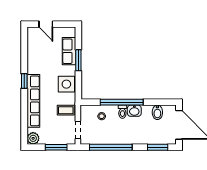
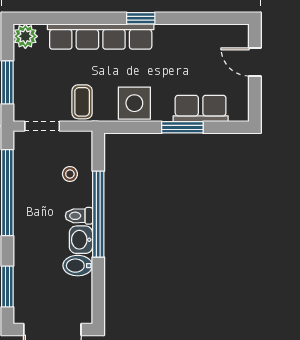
door: (46, 24) -> (255, 62), hinge flipped
bidet: (157, 112) -> (78, 266), moved

